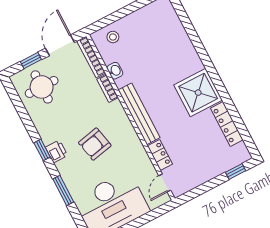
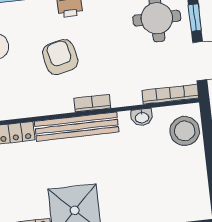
stool: (113, 37) -> (185, 131), width x1.89, depth x1.89
bookcase: (108, 88) -> (92, 103), moved

